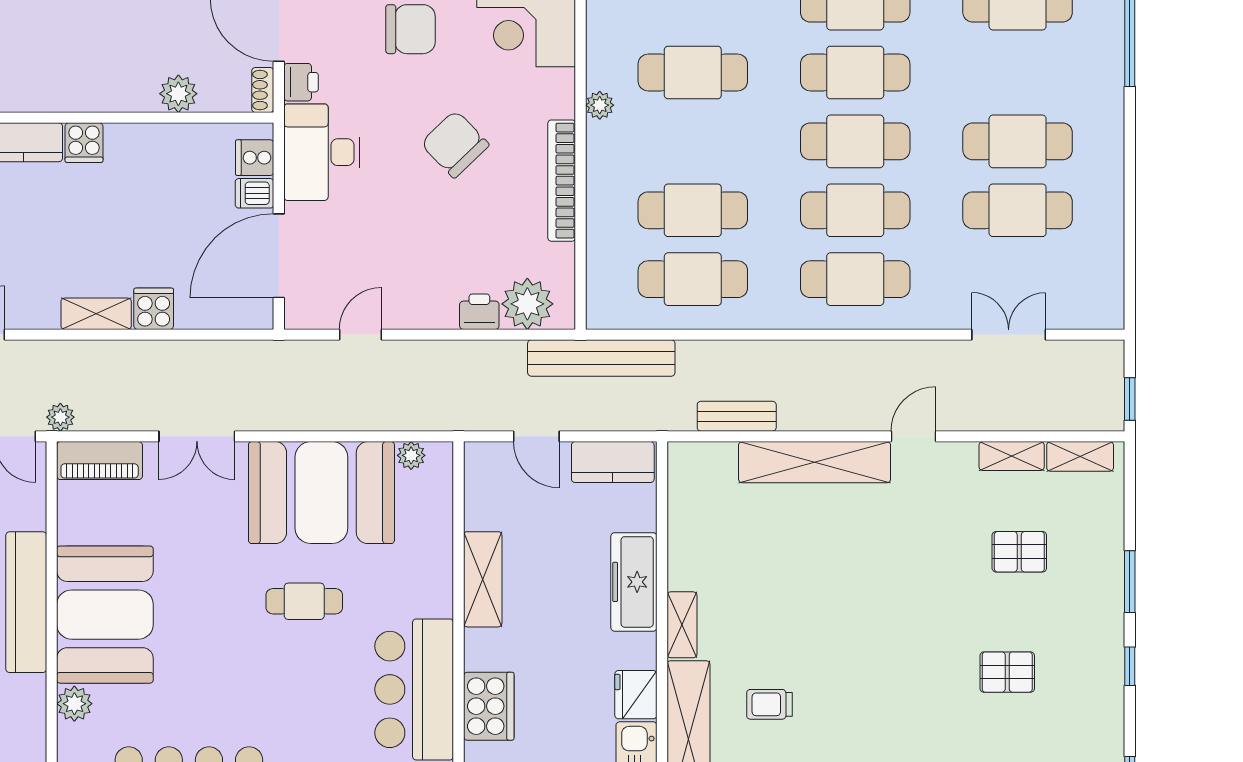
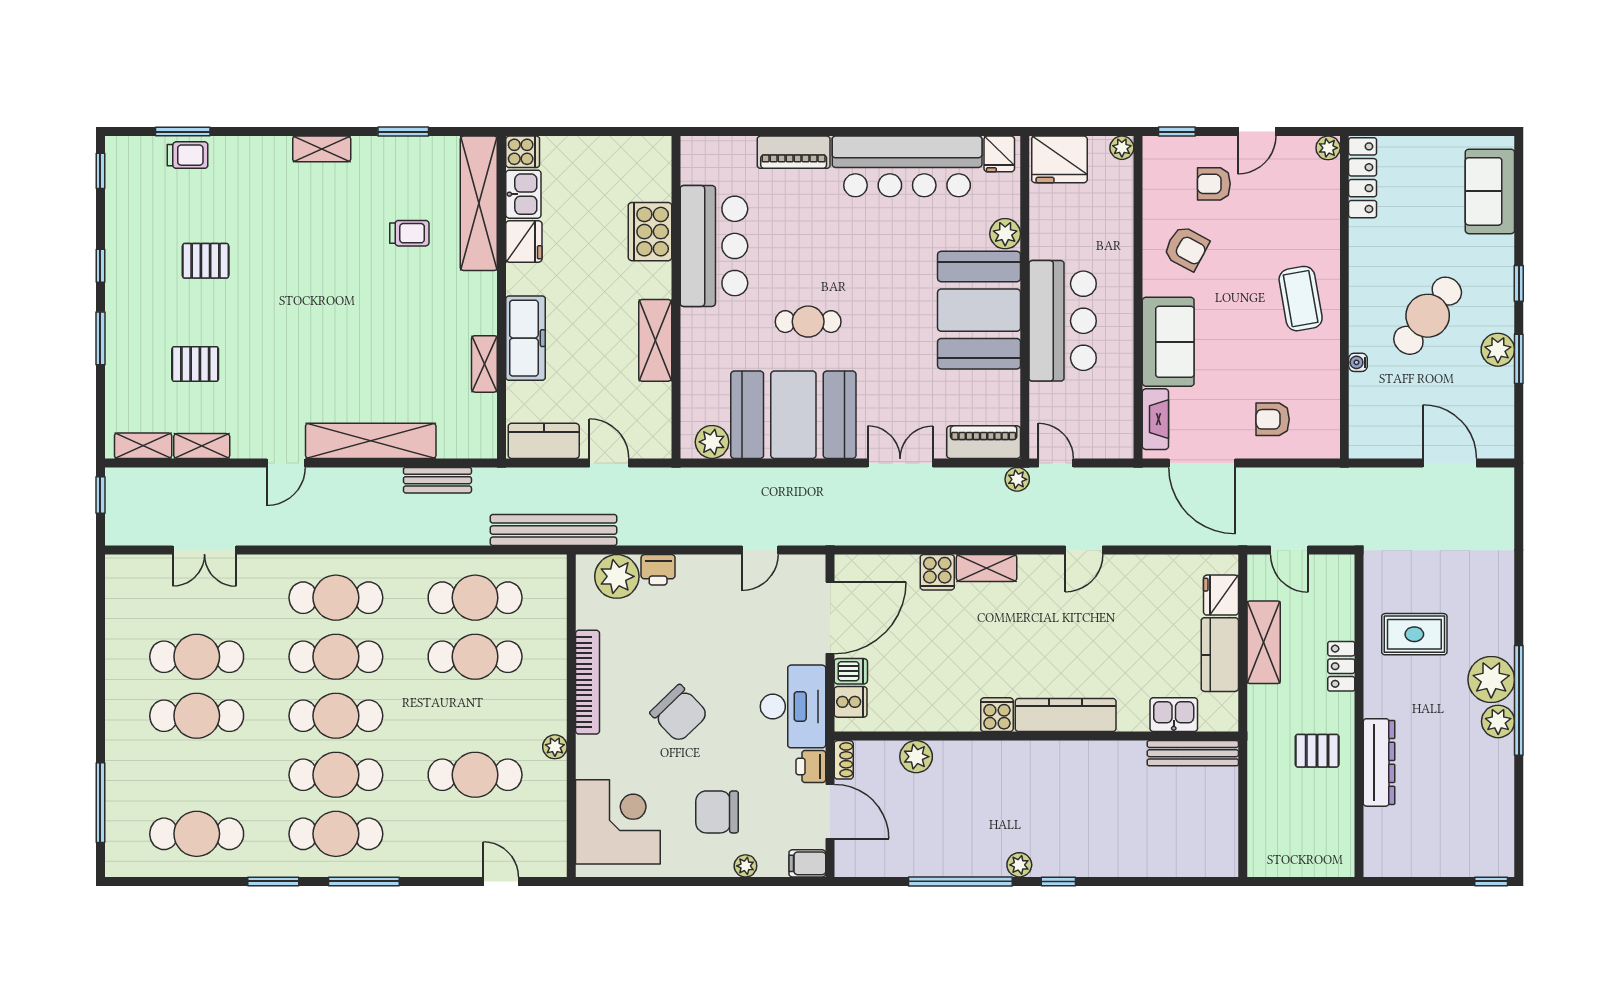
plant: (411, 455) -> (712, 442), width x1.38, depth x1.38
shelving: (682, 625) -> (484, 364), moved

